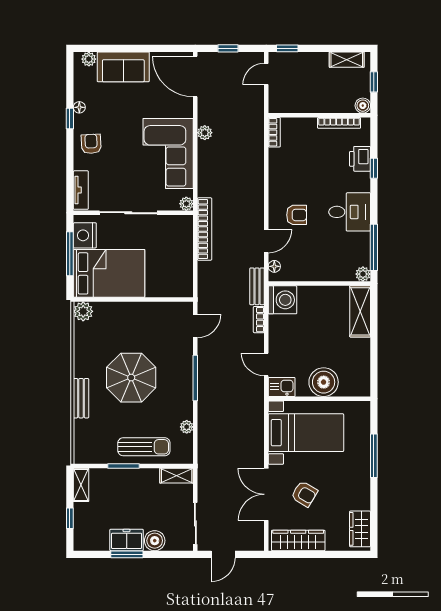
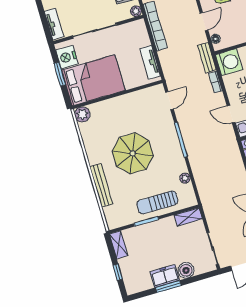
window: (70, 254) -> (60, 74), width x0.69
tv unit: (185, 272) -> (150, 62), added
bench: (81, 398) -> (101, 185), width x1.36
sun lounger: (144, 447) -> (157, 202), turned 180

